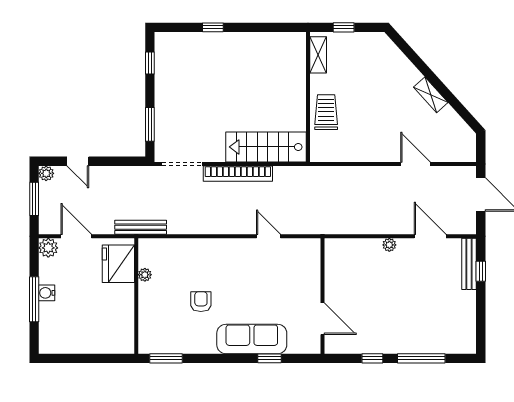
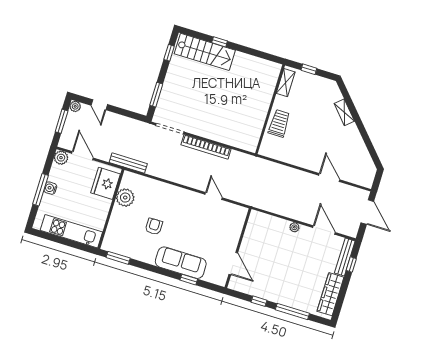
shelving: (431, 95) -> (344, 112), moved
stairs: (266, 147) -> (205, 52), moved, turned 180
plant: (145, 275) -> (125, 198), width x1.87, depth x1.87
wardrobe: (465, 320) -> (330, 294), added
kitchen unit: (92, 342) -> (71, 231), added

